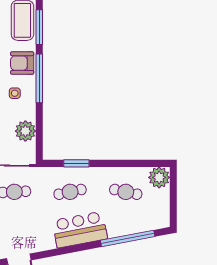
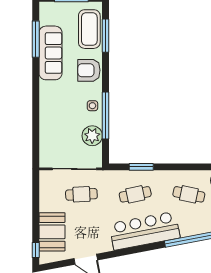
window: (39, 78) -> (106, 115), moved
side table: (15, 93) -> (92, 106), moved
bar counter: (80, 230) -> (145, 231), width x1.36

